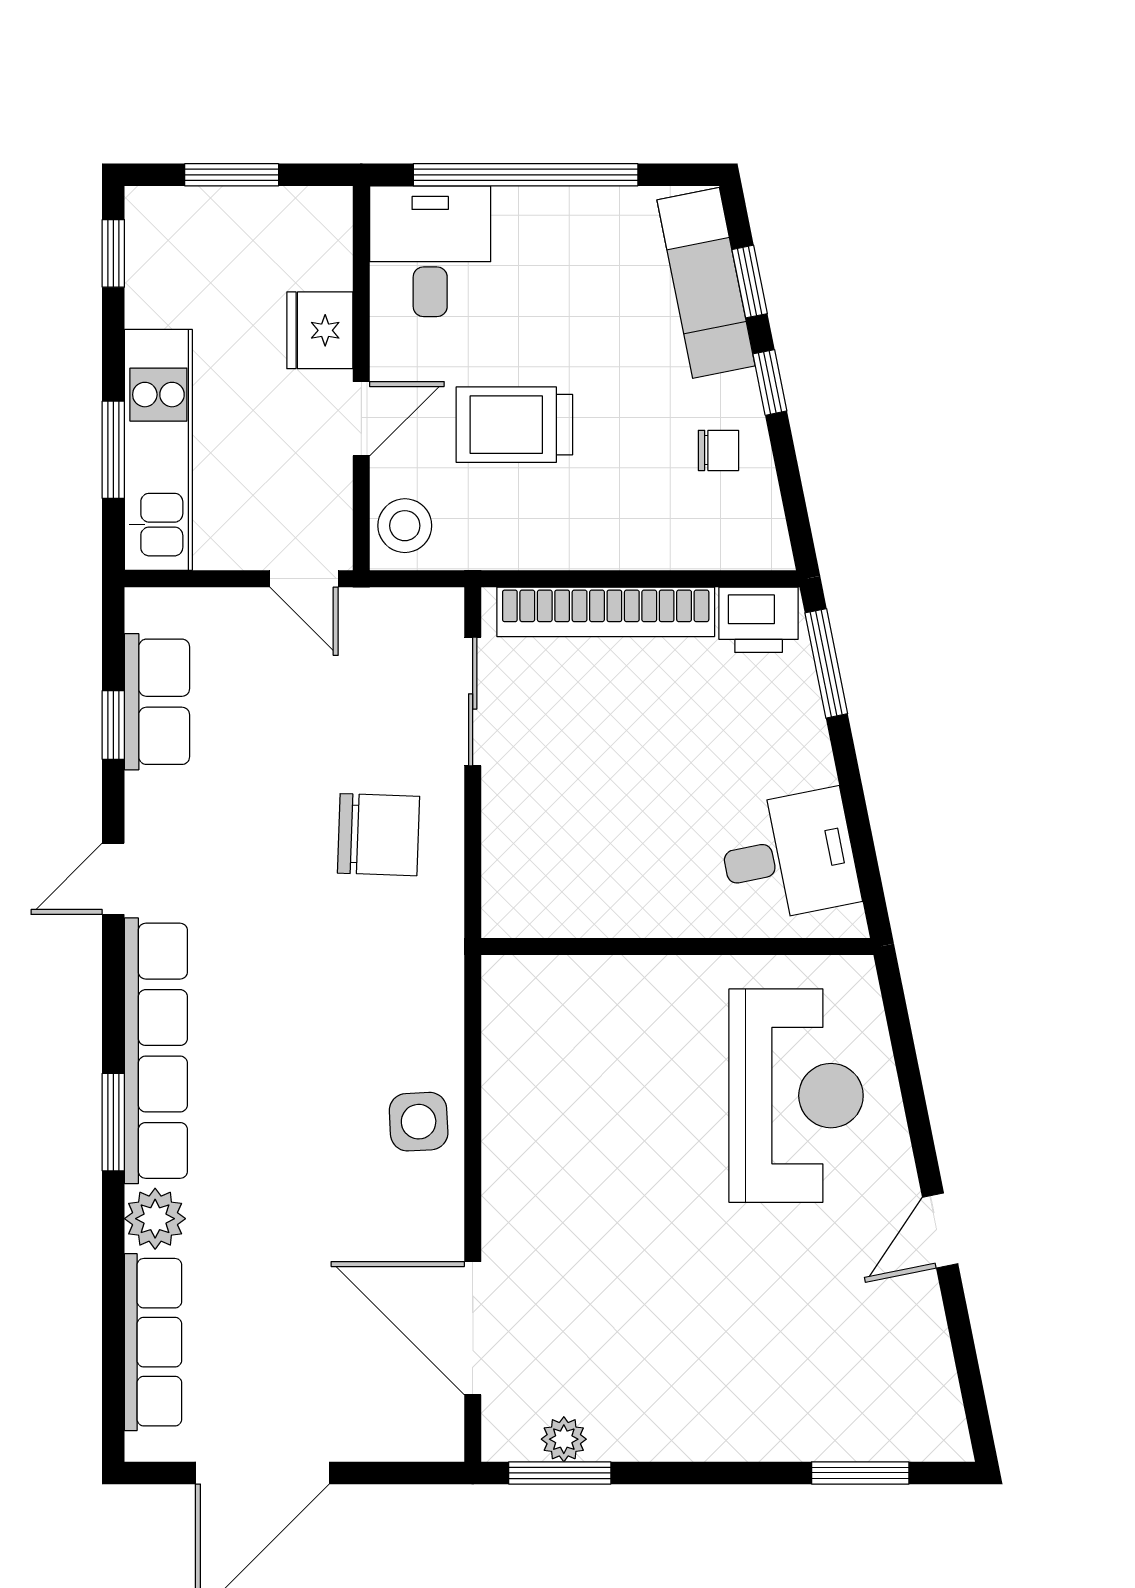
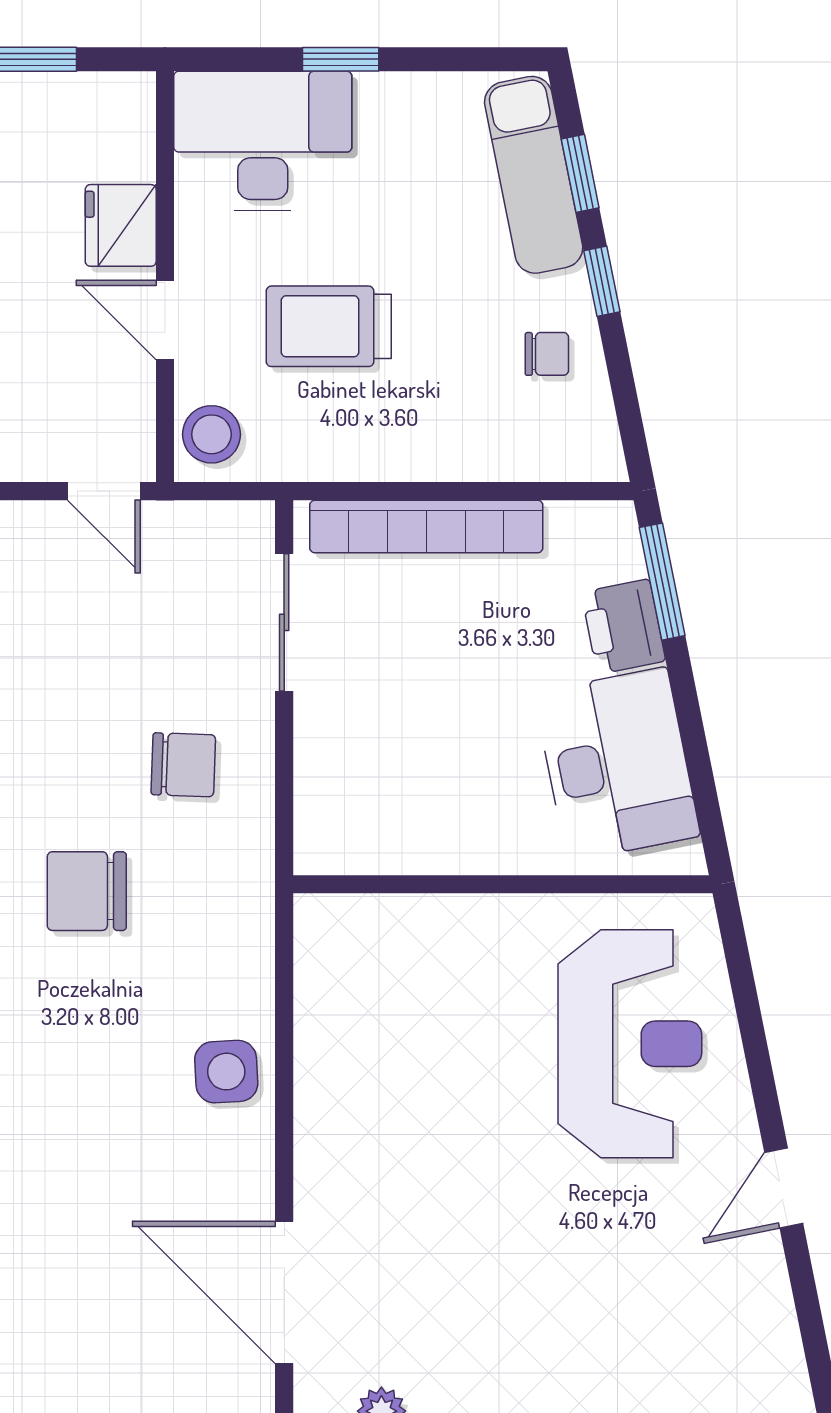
window: (526, 175) -> (341, 59), width x0.32
desk: (430, 251) -> (263, 141), width x1.37
door: (361, 419) -> (165, 320), swing flipped
printer: (759, 620) -> (623, 627), moved, turned 79
chair: (378, 835) -> (183, 765), width x0.73, depth x0.73
desk: (788, 856) -> (617, 764), width x1.37
chair: (288, 953) -> (87, 891), added

